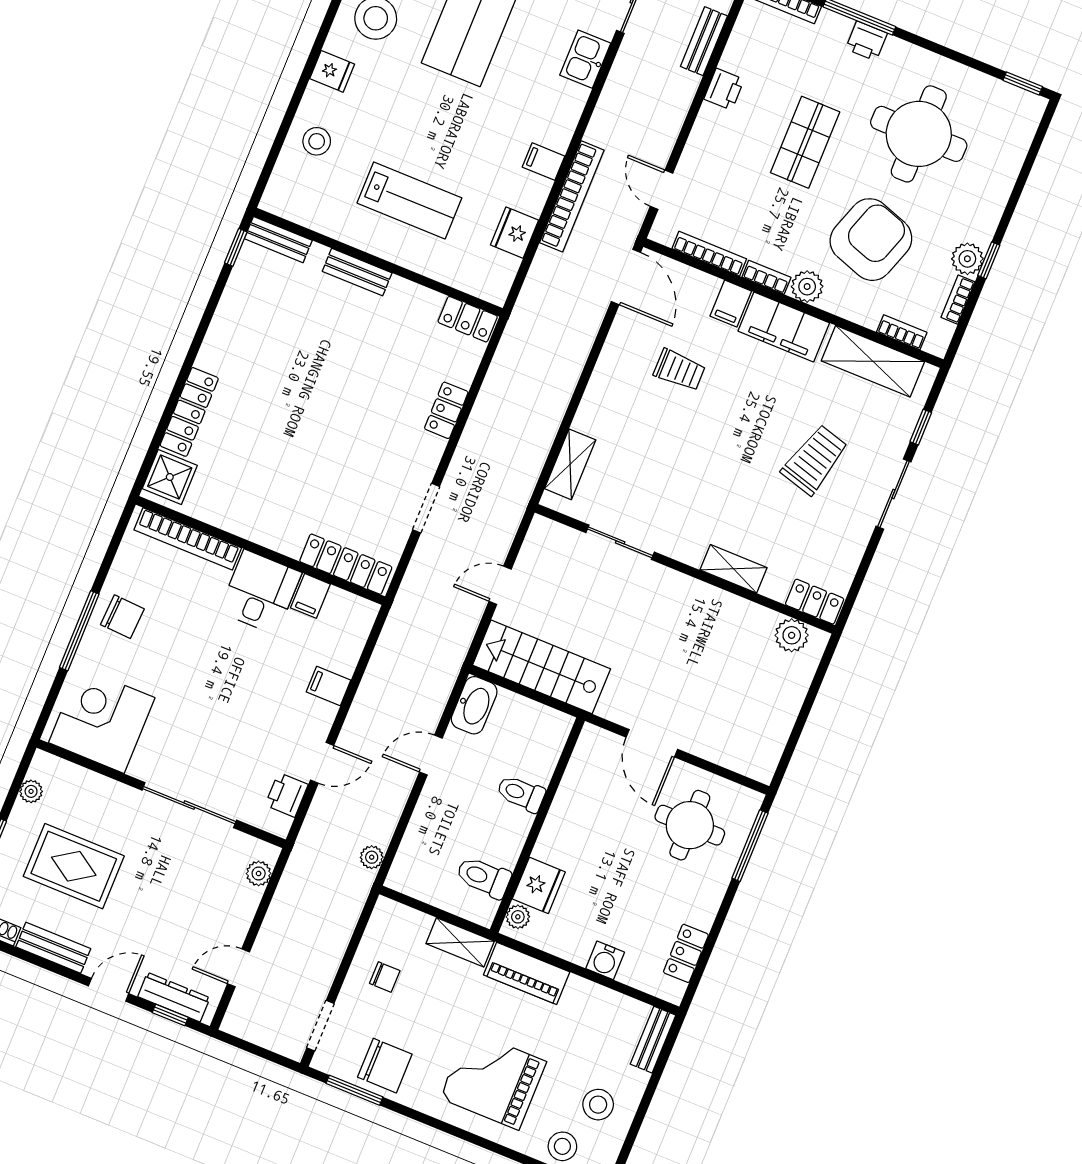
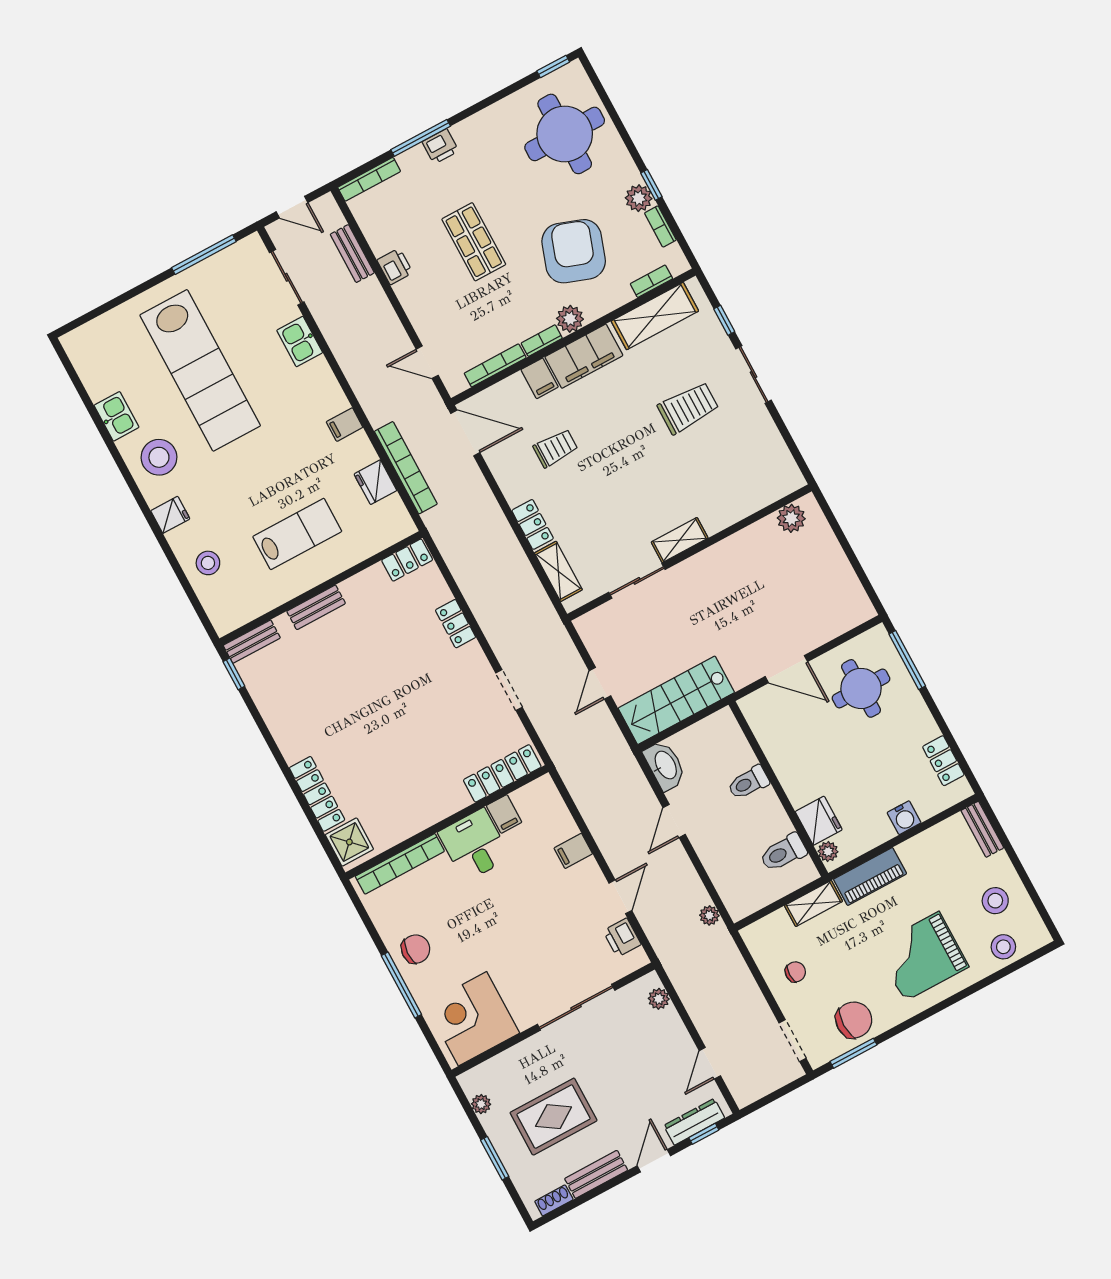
round table: (919, 134) -> (565, 134), moved
bookcase: (572, 196) -> (406, 468), moved
trolley: (815, 460) -> (688, 408), turned 74
shelving: (733, 569) -> (680, 540), moved
locker: (815, 602) -> (533, 524), moved, turned 90

